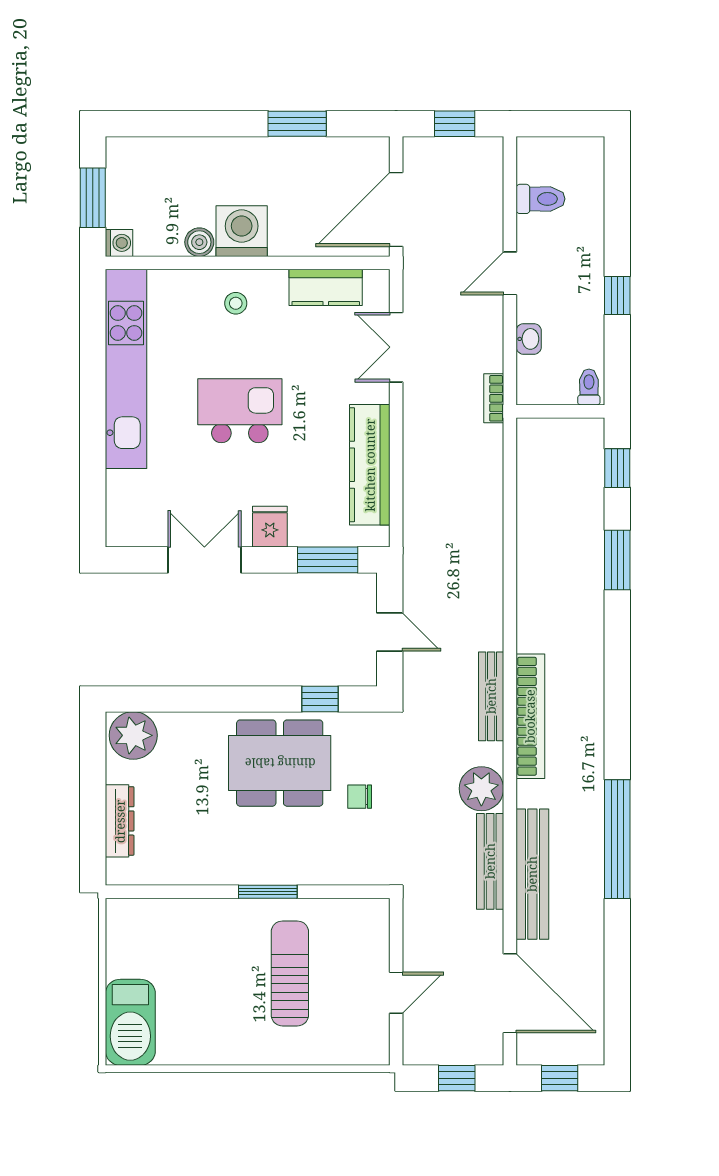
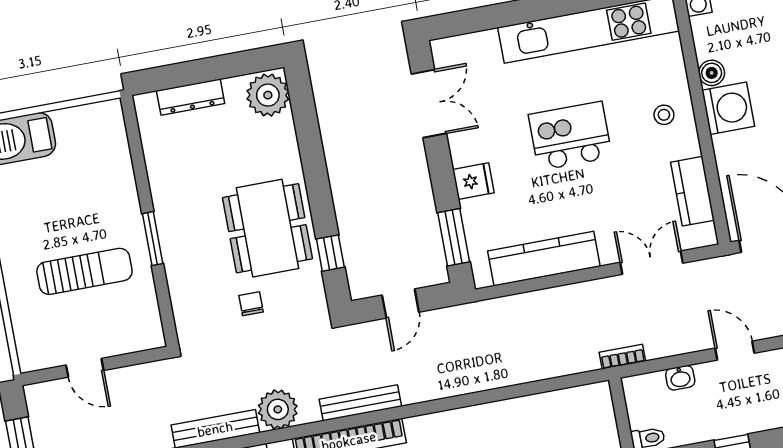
kitchen island: (240, 411) -> (570, 136), turned -90
double door: (204, 560) -> (429, 104), moved

